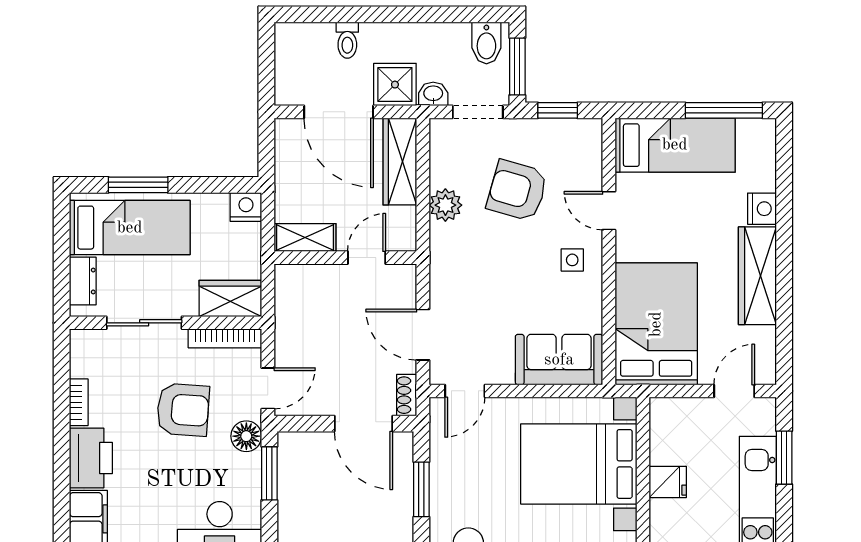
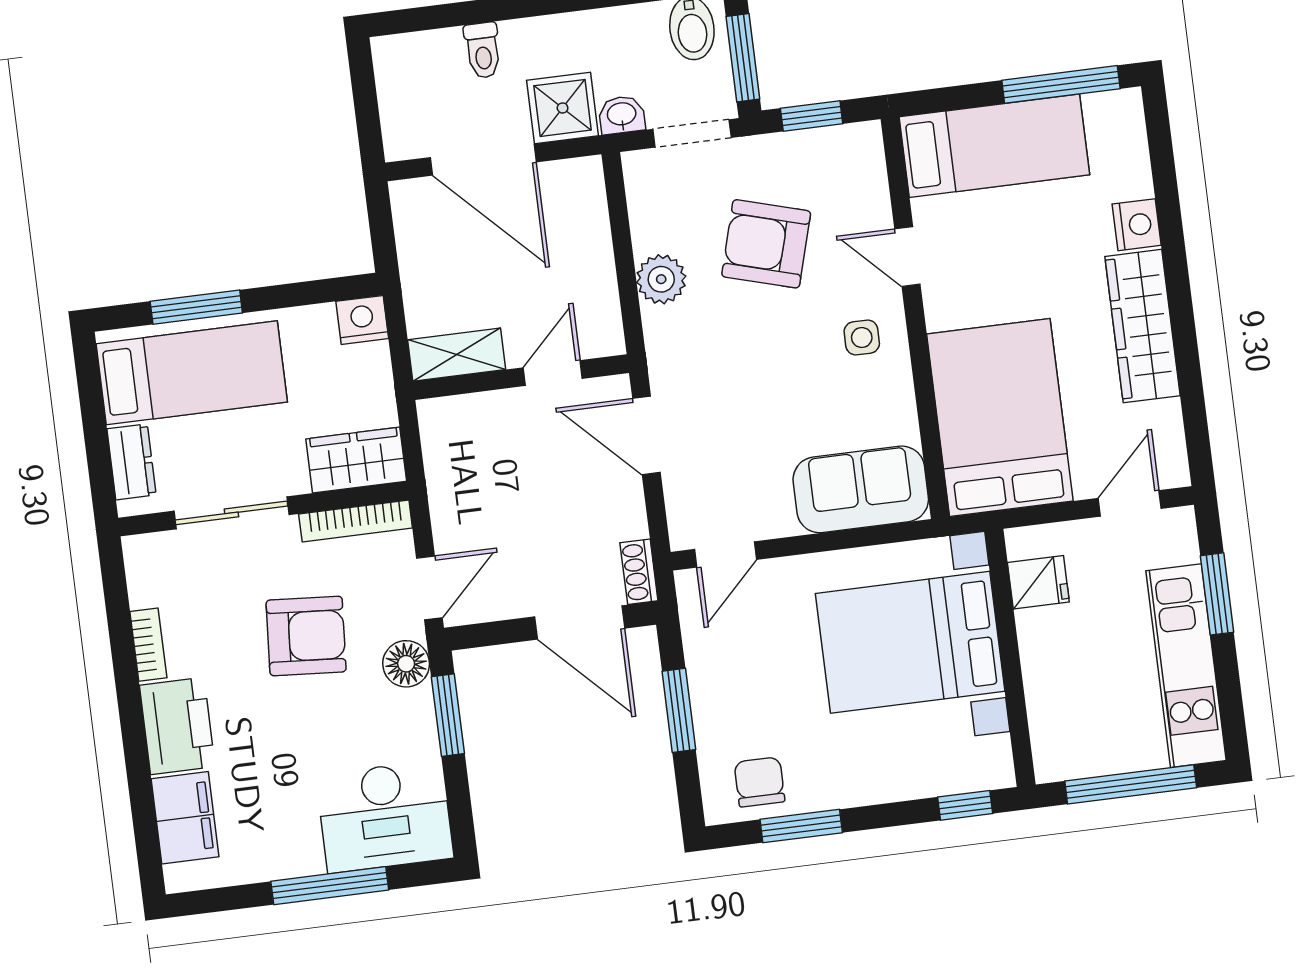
wardrobe: (400, 162) -> (585, 223), removed
door: (423, 335) -> (646, 435), moved
fridge: (668, 482) -> (1038, 582), moved

